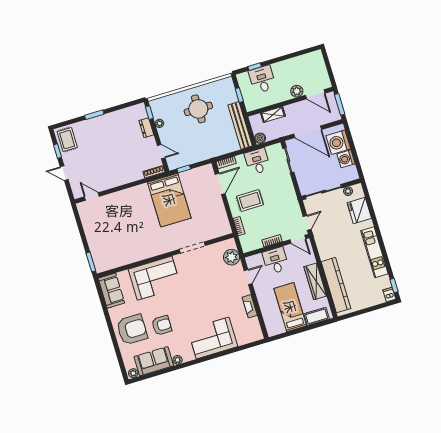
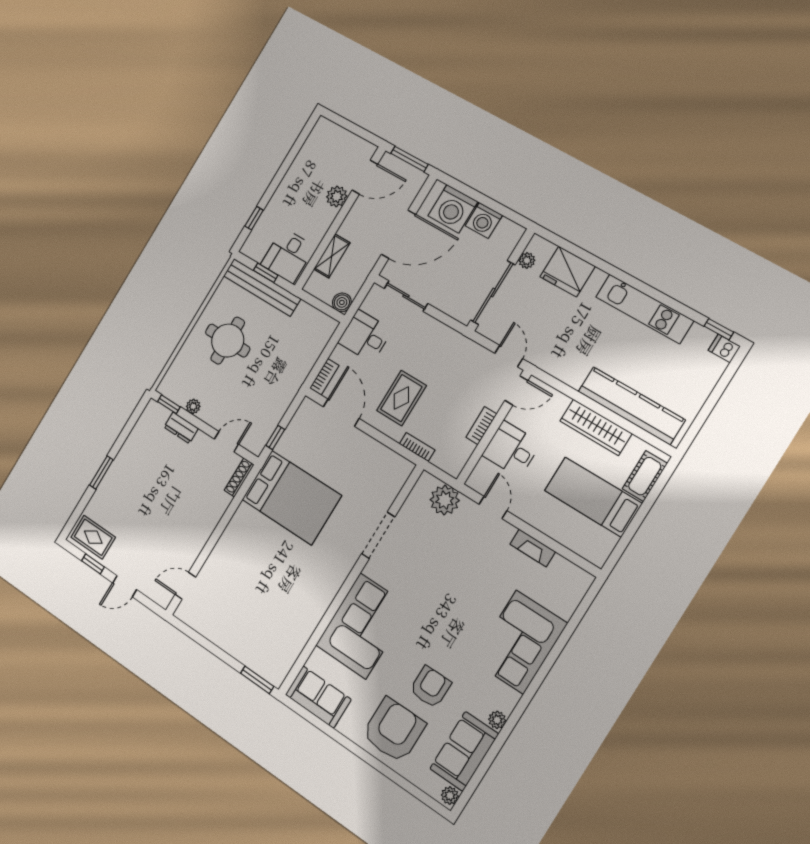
desk: (262, 79) -> (288, 256), moved, turned -90
bench: (240, 125) -> (262, 287), moved

